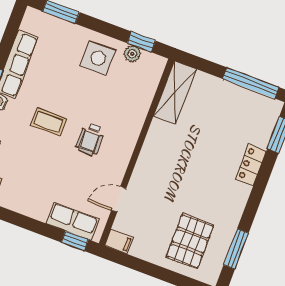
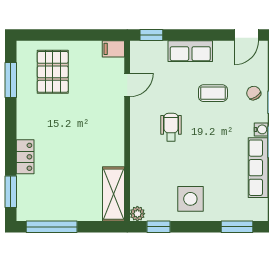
plant: (132, 54) -> (137, 214), moved
coffee table: (48, 122) -> (213, 93), moved
row of seats: (73, 221) -> (190, 51), moved

